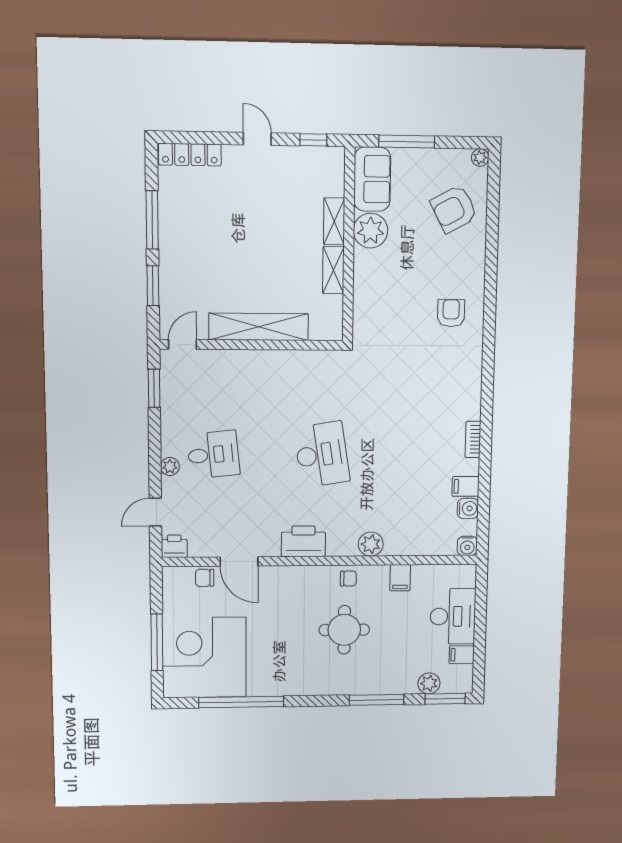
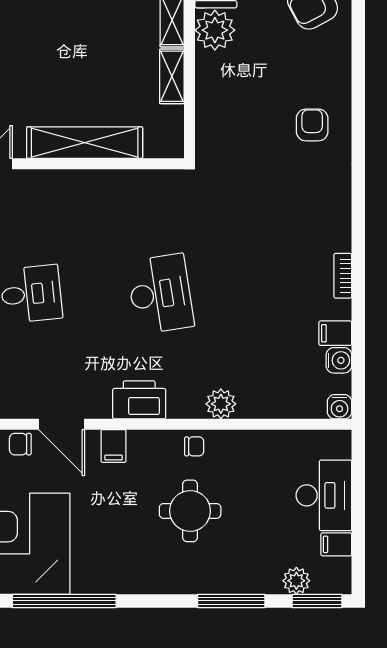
filing cabinet: (400, 578) -> (114, 446), moved

